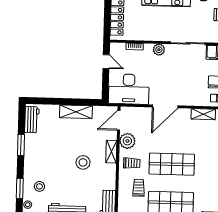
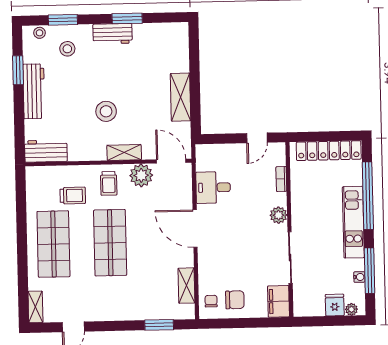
desk: (129, 89) -> (213, 187), width x0.53, depth x0.77
workbench: (32, 120) -> (113, 34), moved

